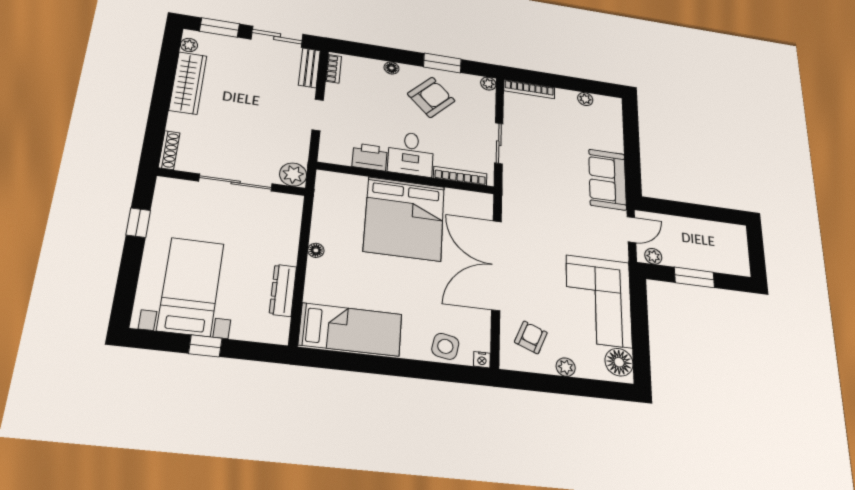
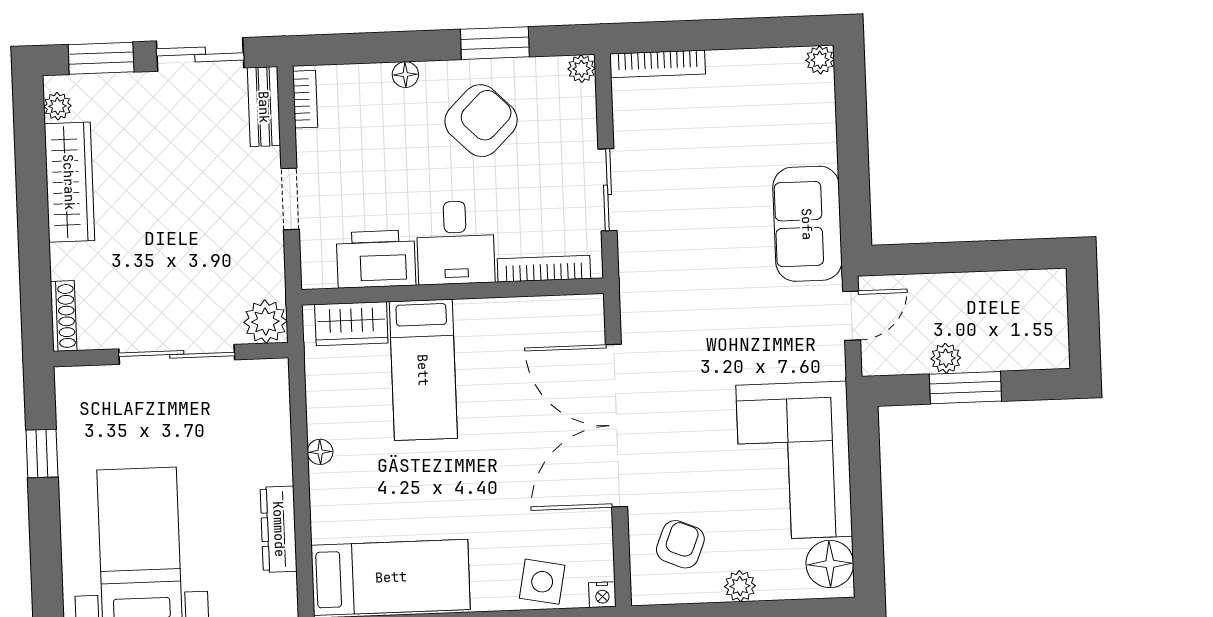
plant: (585, 99) -> (820, 60), moved
printer: (370, 157) -> (376, 259), width x1.37, depth x1.19
wardrobe: (345, 184) -> (351, 324), added
bed: (404, 219) -> (423, 370), width x0.49
plant: (653, 256) -> (946, 358), moved

